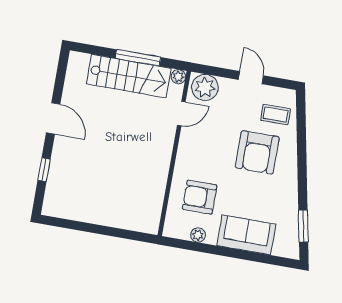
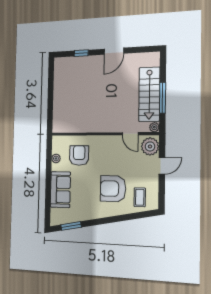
door: (251, 78) -> (162, 166), moved

